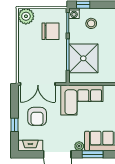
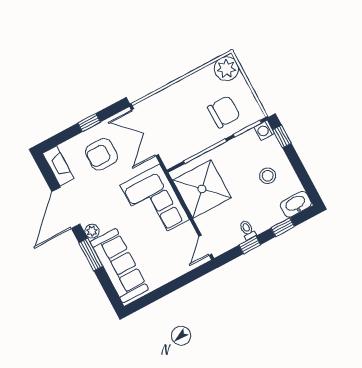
stool: (91, 23) -> (268, 176), moved
chair: (51, 31) -> (224, 112), turned -91
shower: (83, 58) -> (202, 189), moved
window: (15, 125) -> (89, 123), moved

